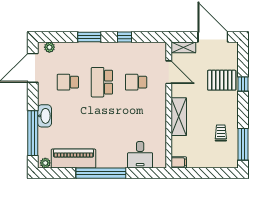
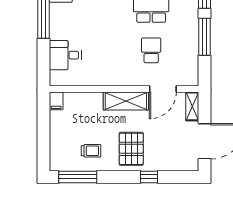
window: (125, 37) -> (205, 37), width x2.17
pallet: (222, 80) -> (131, 149), moved
shelving: (179, 117) -> (126, 101), moved

